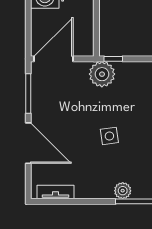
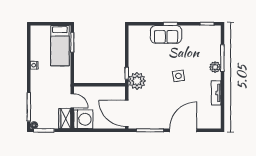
tv unit: (56, 192) -> (216, 93), moved

